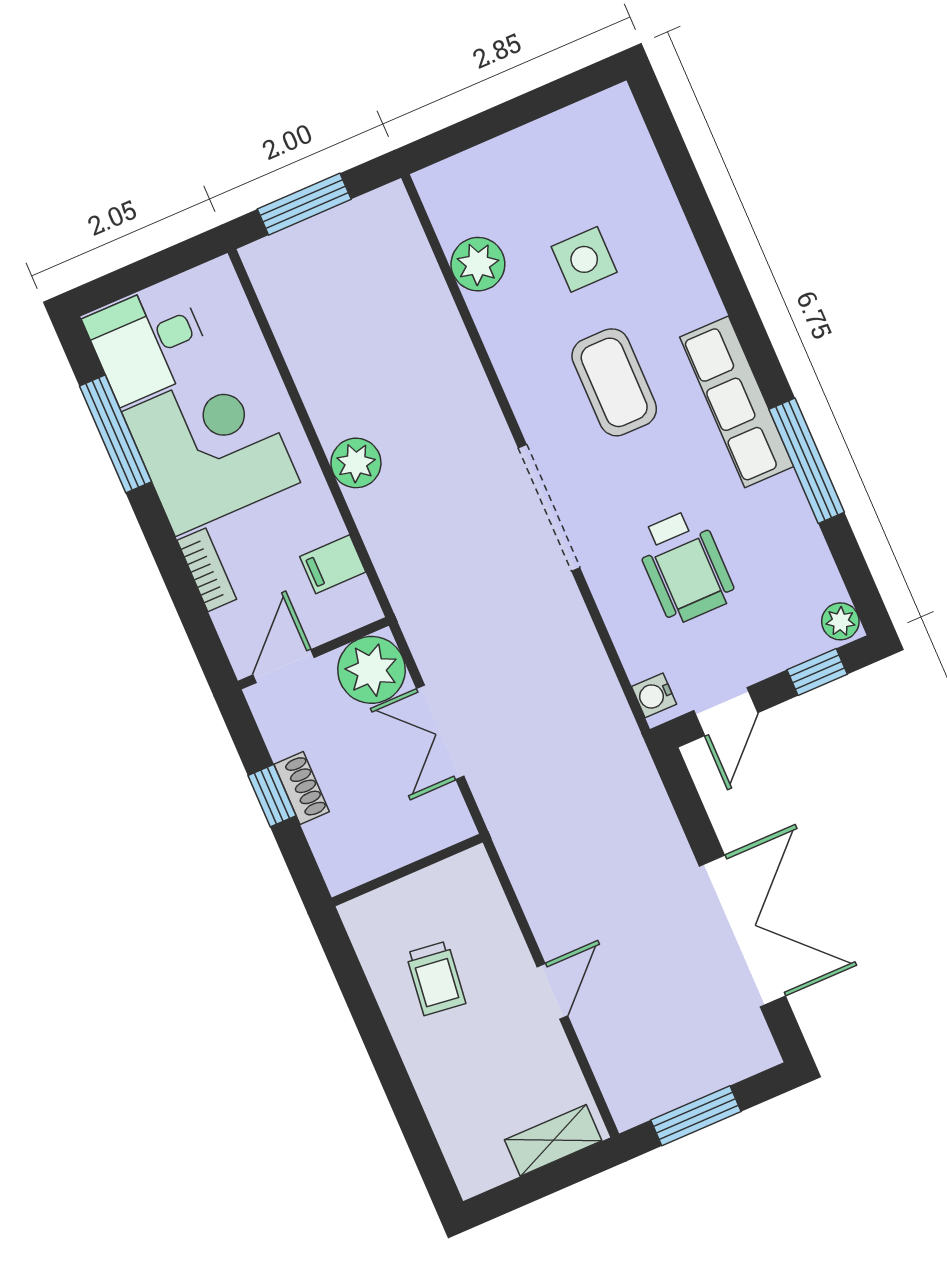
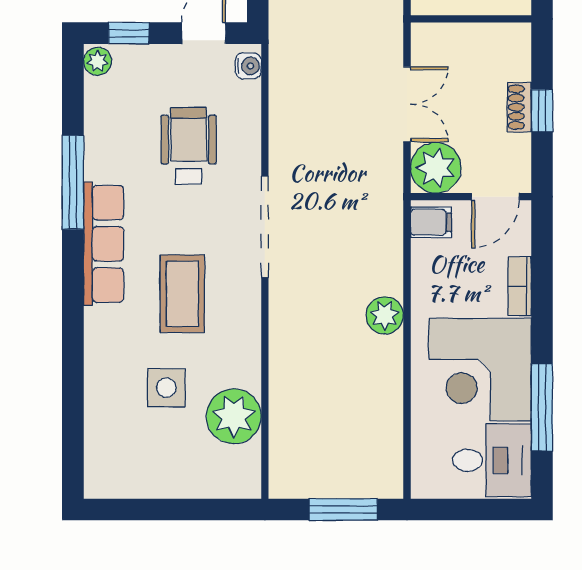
plant: (478, 264) -> (234, 416), width x1.36, depth x1.36
filing cabinet: (333, 564) -> (431, 222), moved

